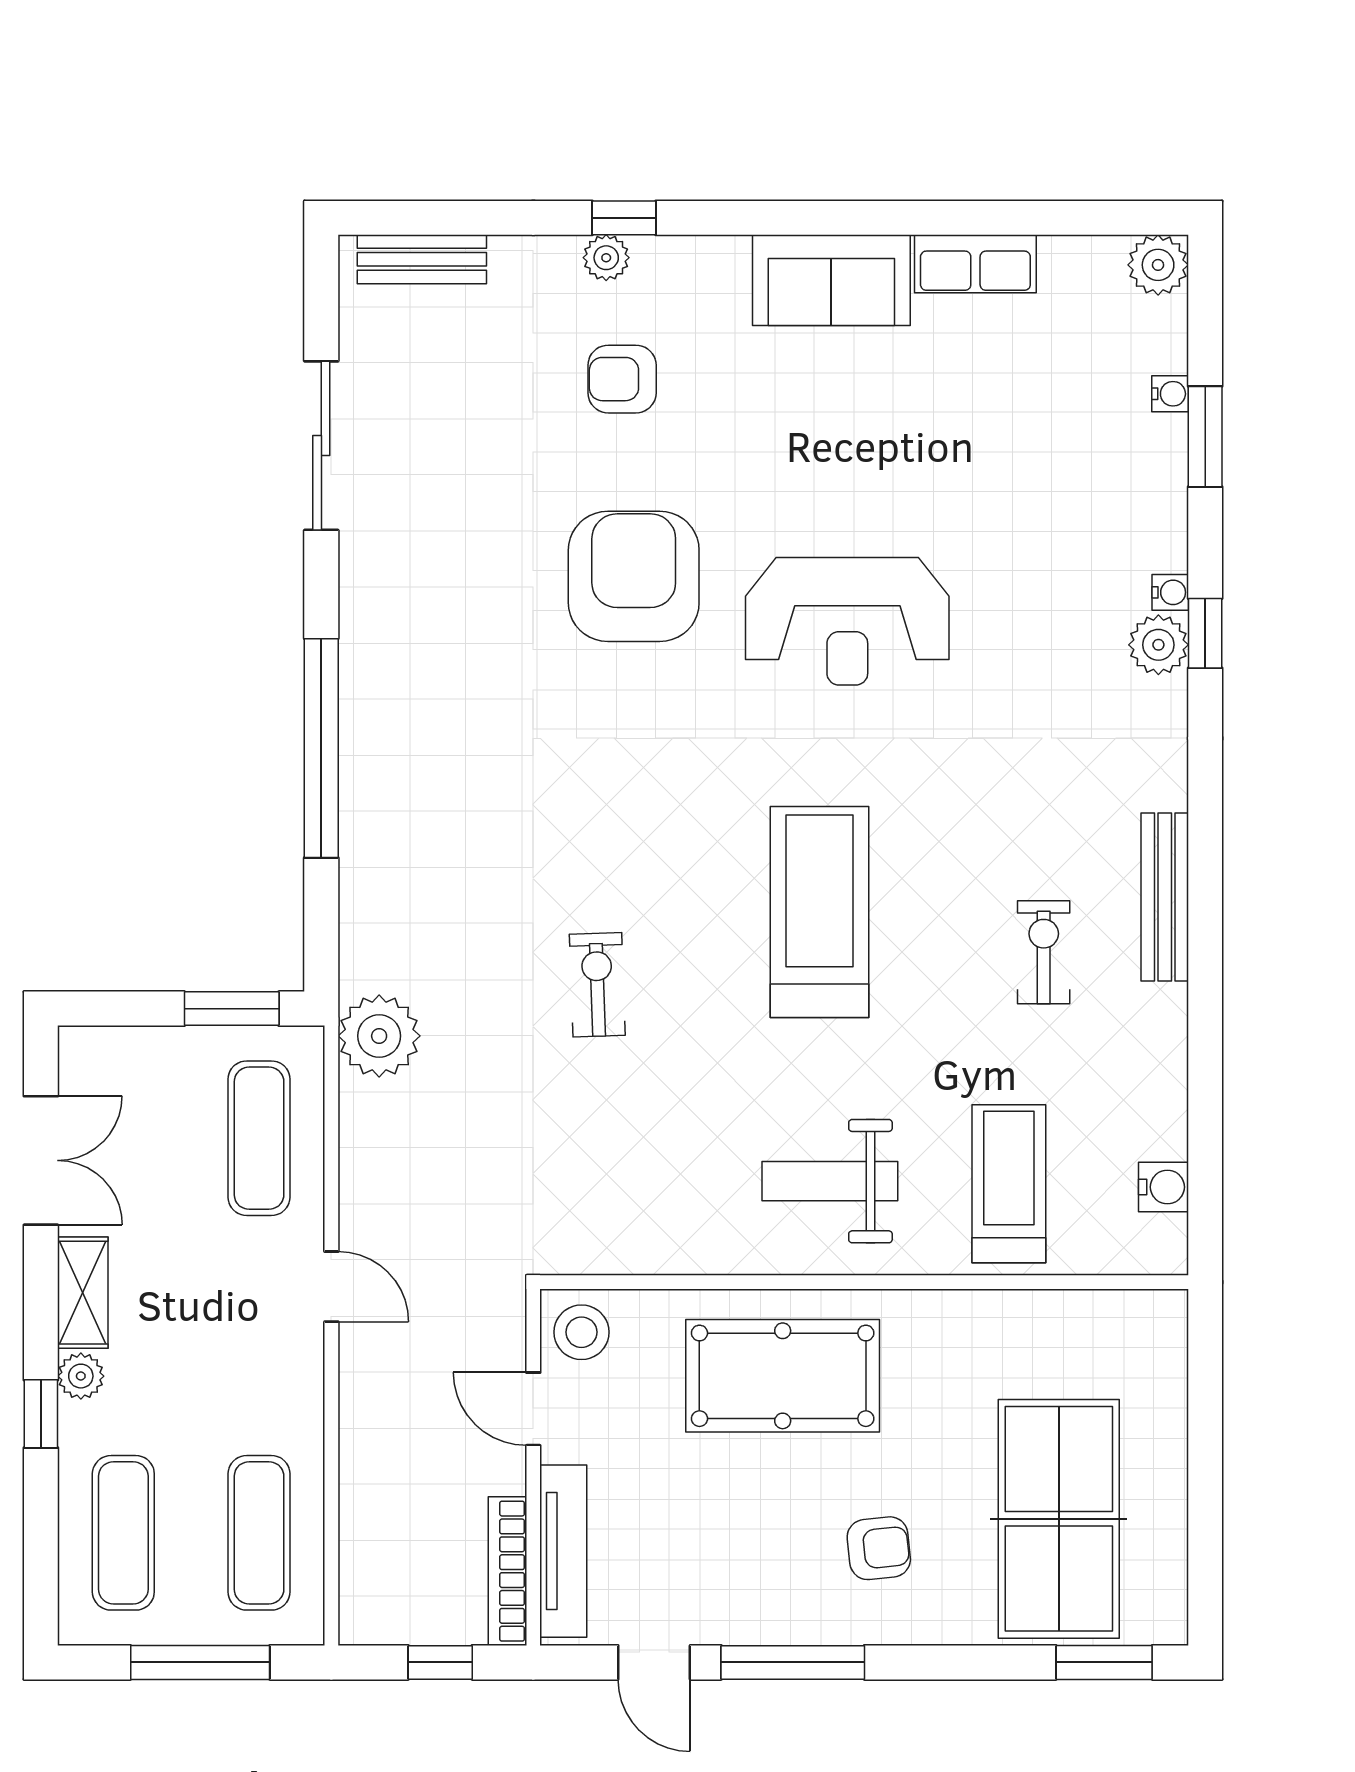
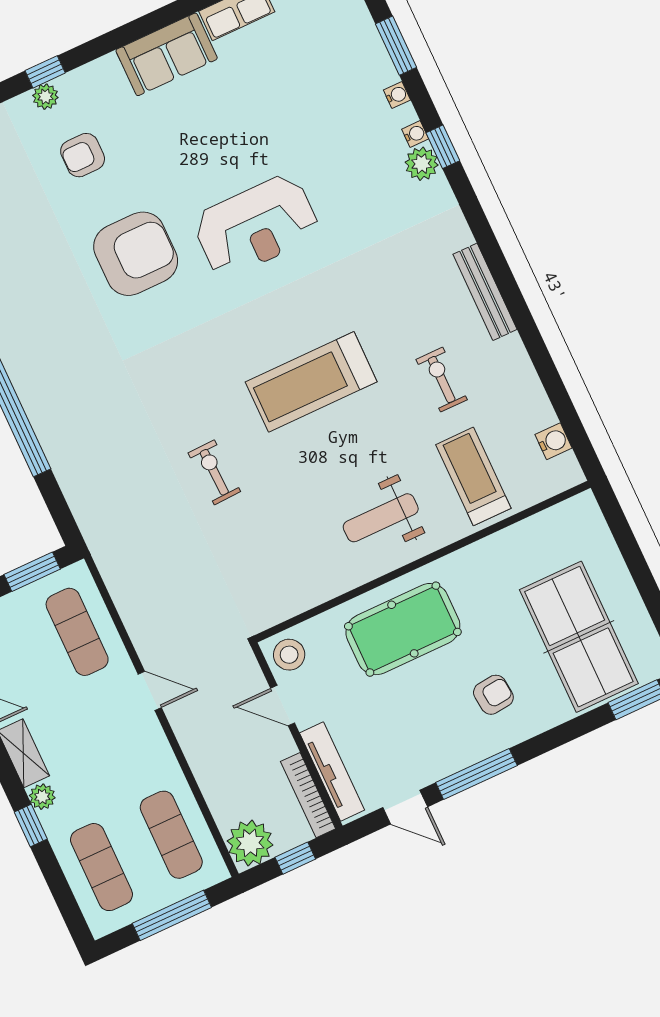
water cooler: (1170, 394) -> (397, 95), moved
armchair: (634, 576) -> (136, 254), turned 90
treadmill: (820, 912) -> (311, 382), turned -90
exercise bike: (1044, 952) -> (442, 380), moved
plant: (379, 1036) -> (250, 843), moved

